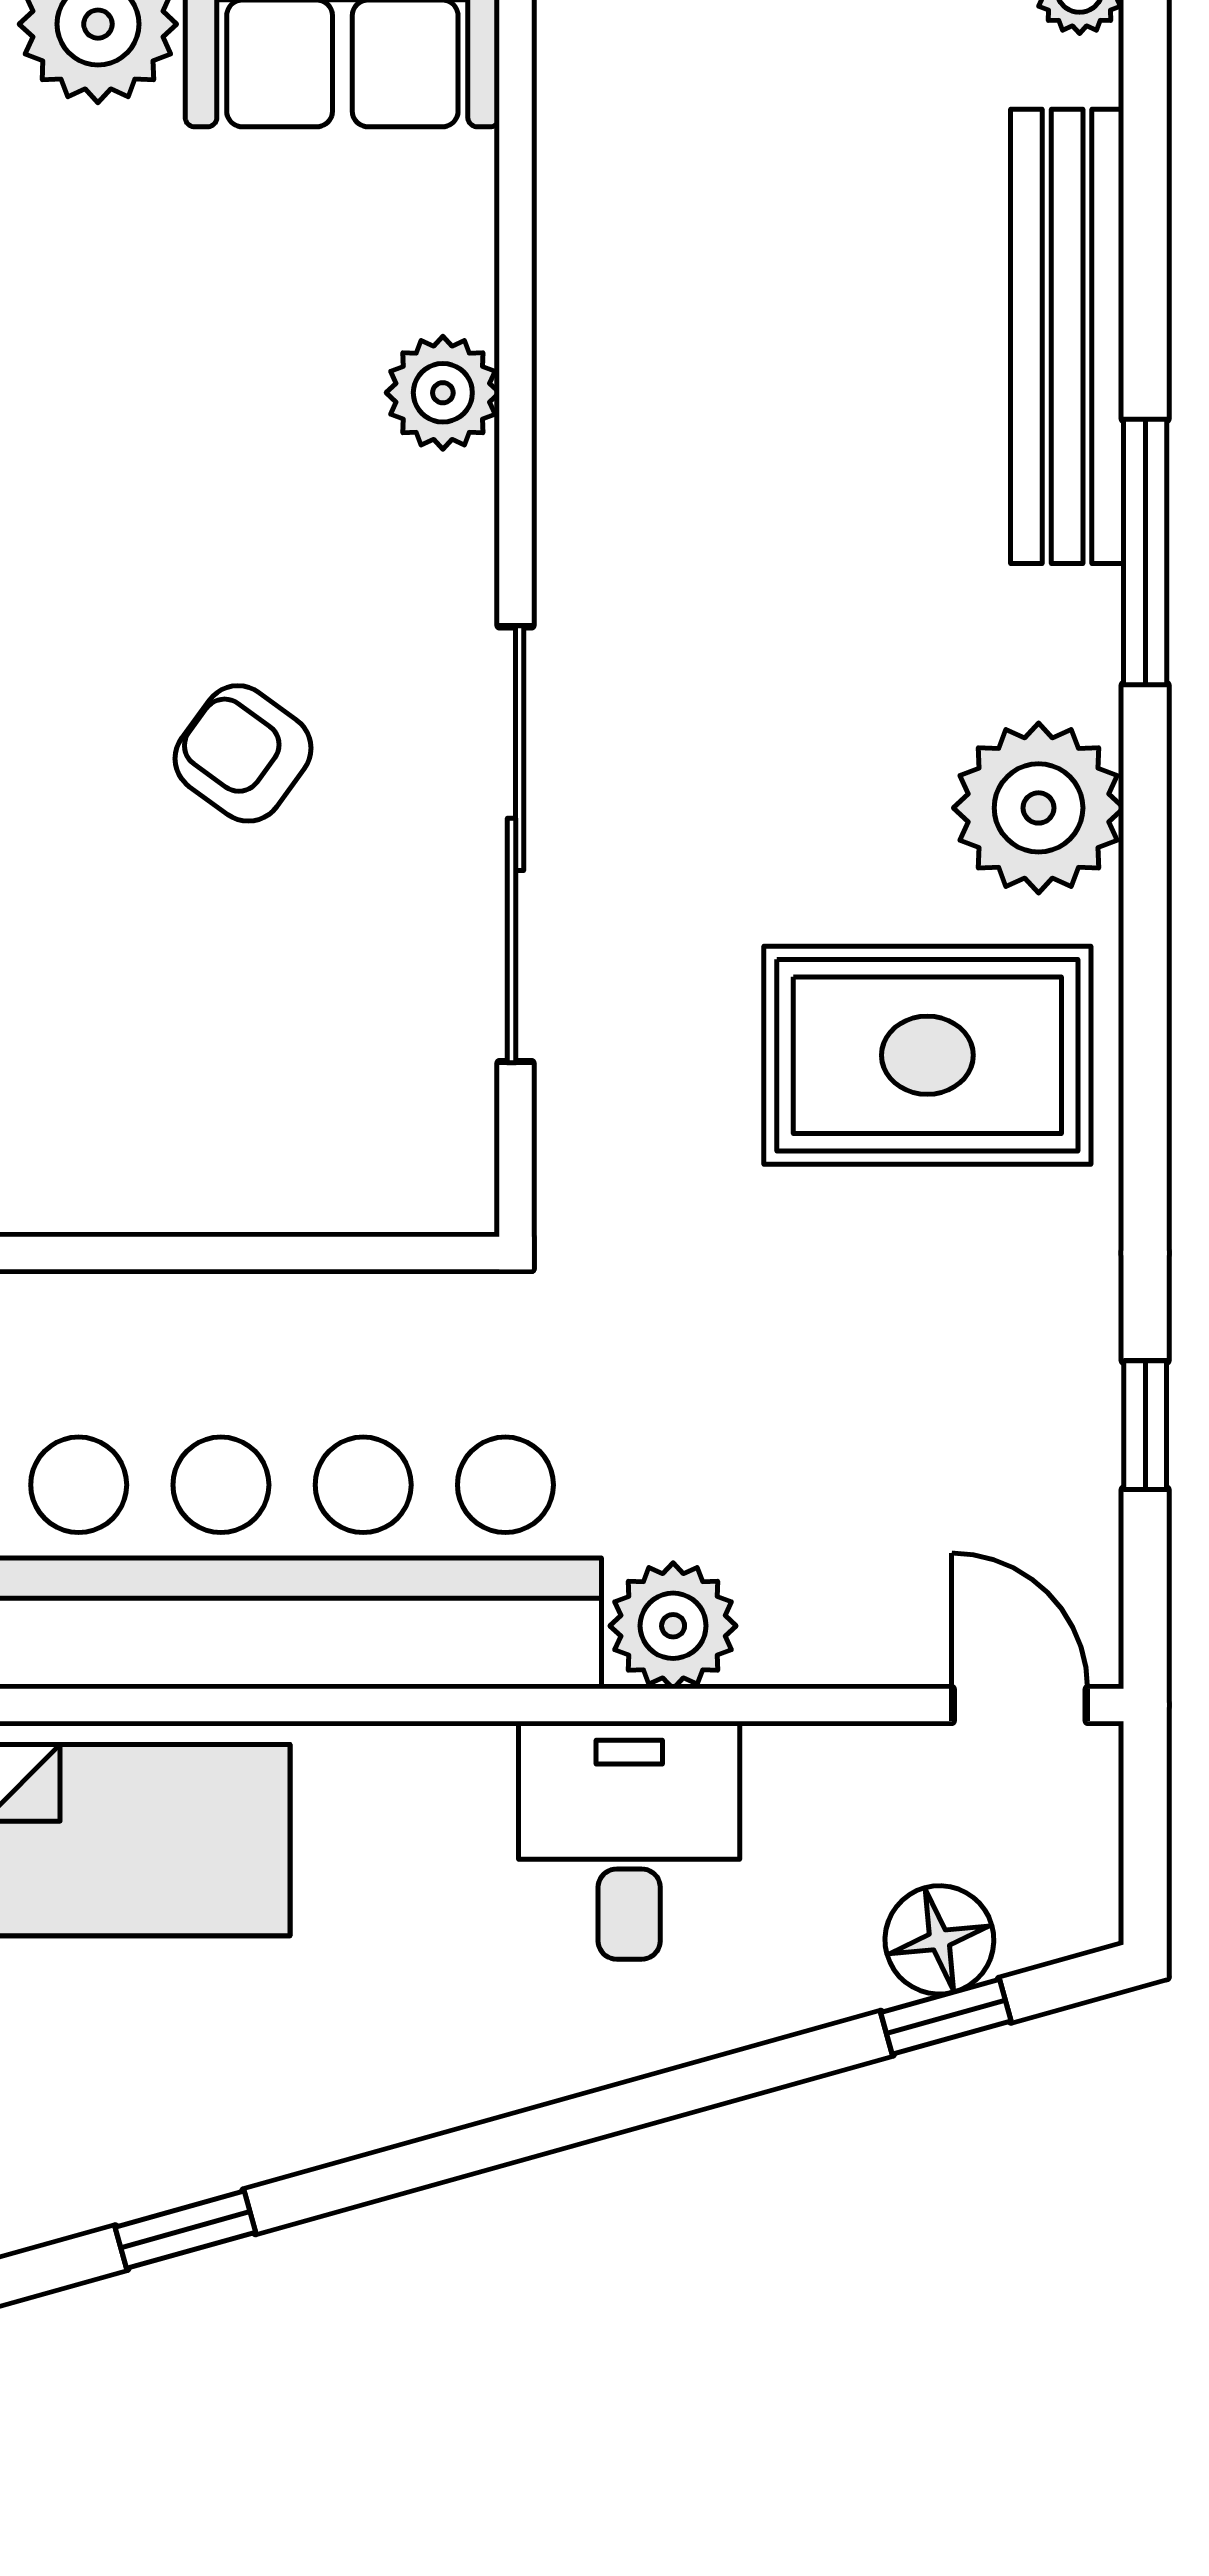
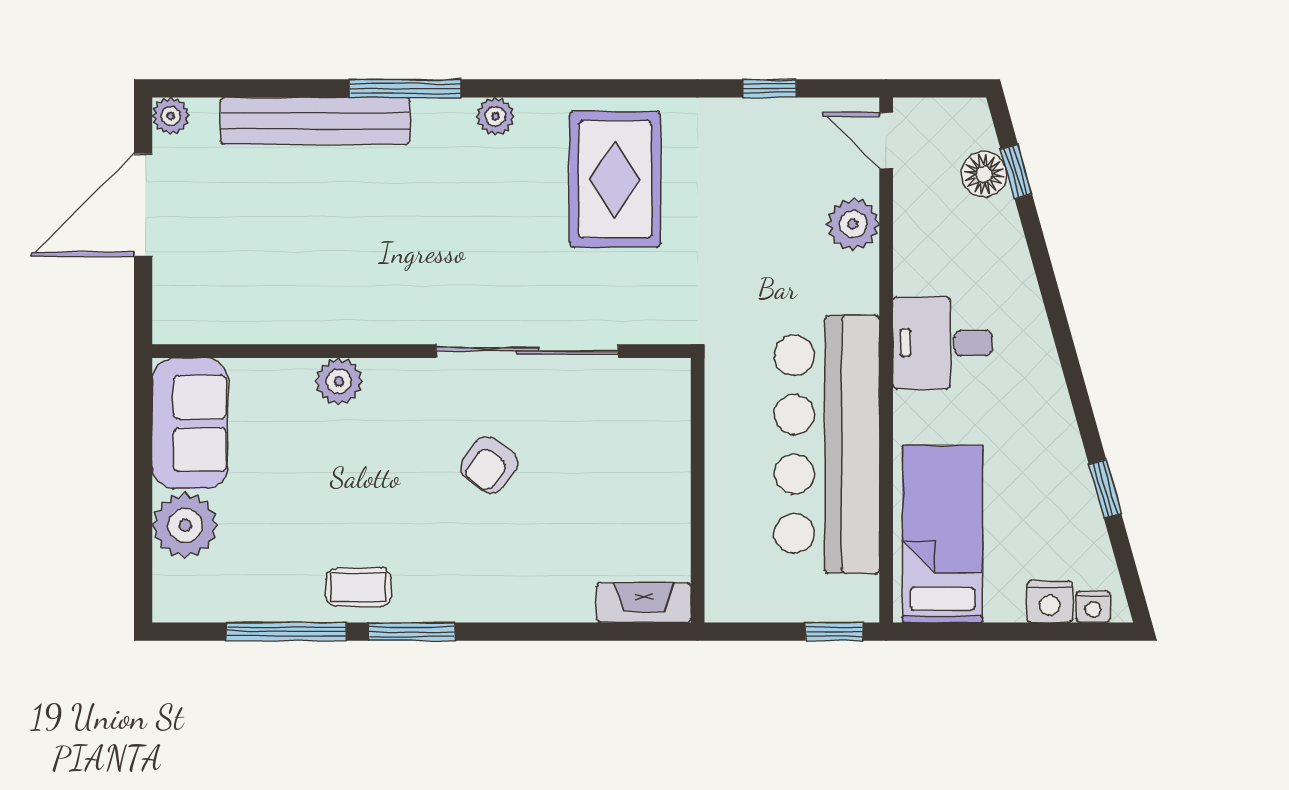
plant: (1039, 808) -> (495, 116), width x0.53, depth x0.53
plant: (673, 1626) -> (853, 224), moved
door: (1020, 1705) -> (886, 141), hinge flipped
desk: (629, 1840) -> (943, 343), moved

